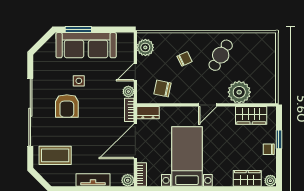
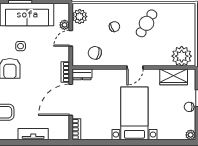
plant: (128, 92) -> (65, 25), moved
plant: (239, 92) -> (182, 56), moved
bed with nightstands: (187, 157) -> (134, 113), moved
wardrobe: (247, 178) -> (170, 133), removed
plant: (128, 180) -> (64, 134), removed

